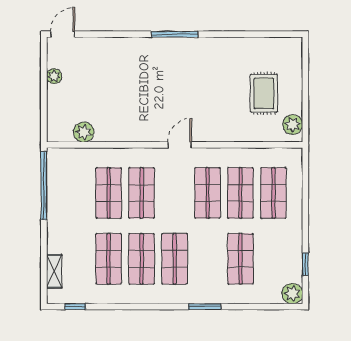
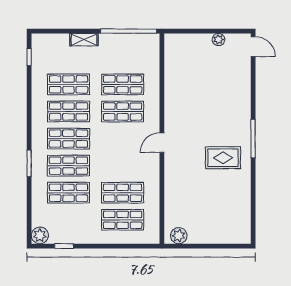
rug: (264, 93) -> (223, 158), moved
plant: (84, 132) -> (172, 64), removed
door: (180, 145) -> (162, 143), swing flipped
shop shelf: (207, 193) -> (68, 166), moved
shelving: (54, 271) -> (84, 40), moved

